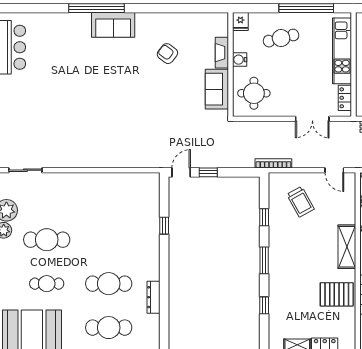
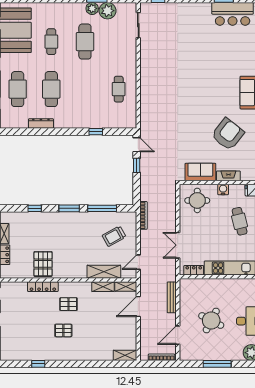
armchair: (167, 54) -> (228, 134), width x1.88, depth x1.88
cafe table: (109, 196) -> (119, 89), added
window: (264, 217) -> (102, 208), width x2.17
shelving: (347, 247) -> (104, 272), moved

